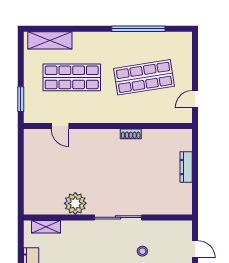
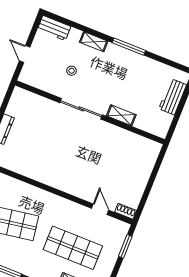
shoe rack: (131, 134) -> (126, 211), moved
plant: (75, 203) -> (114, 136), removed
shelving: (46, 227) -> (121, 115), moved

